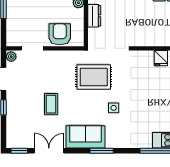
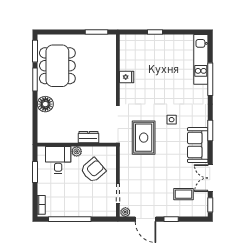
armchair: (60, 34) -> (93, 170), moved, turned 139
coffee table: (51, 104) -> (183, 194), moved

